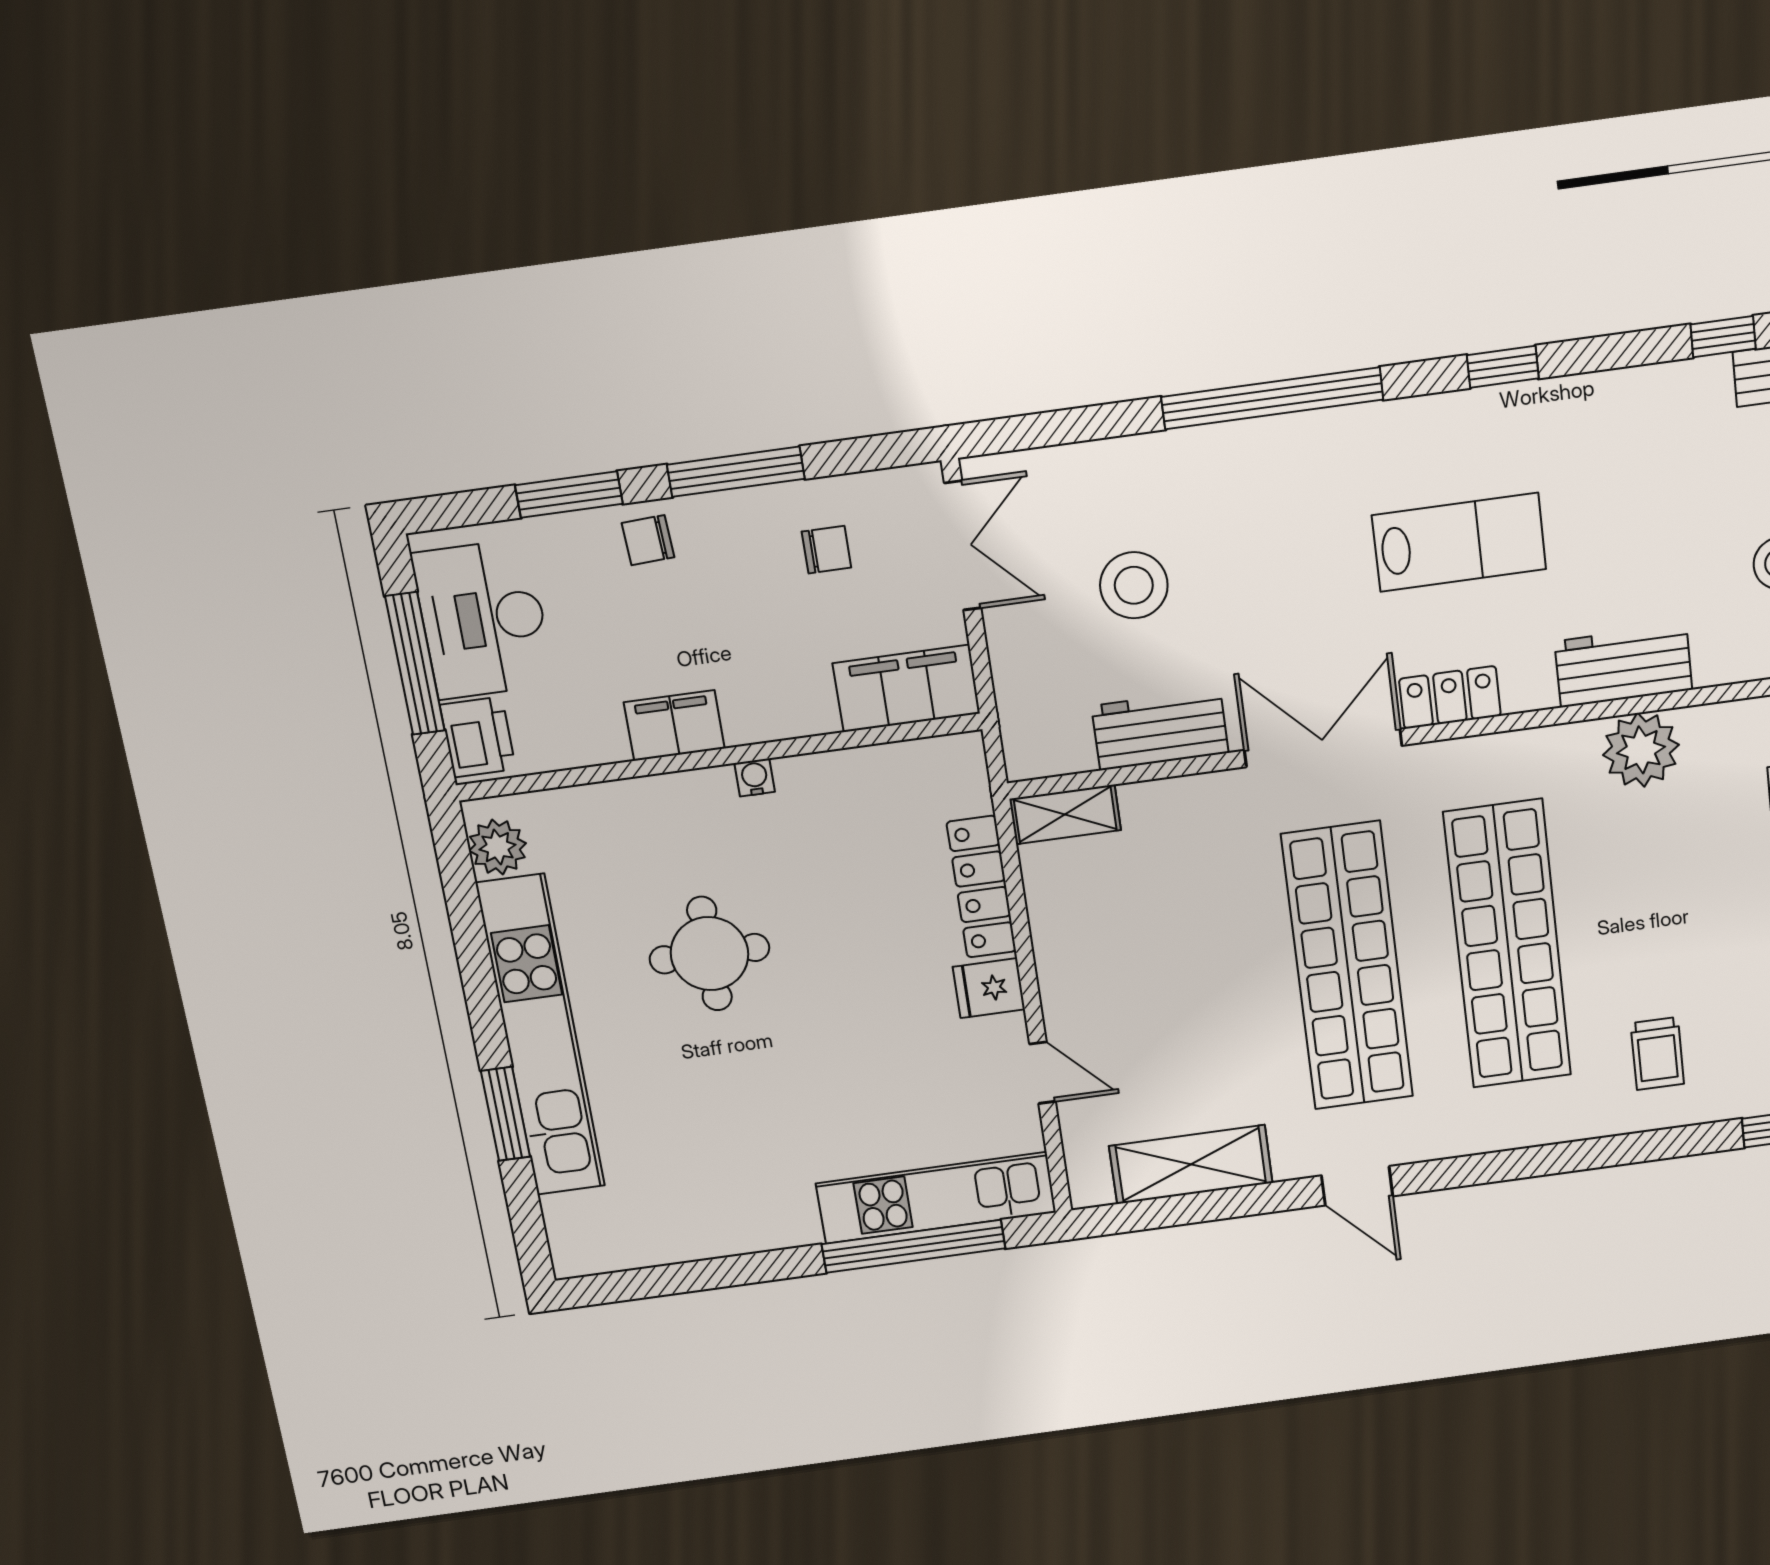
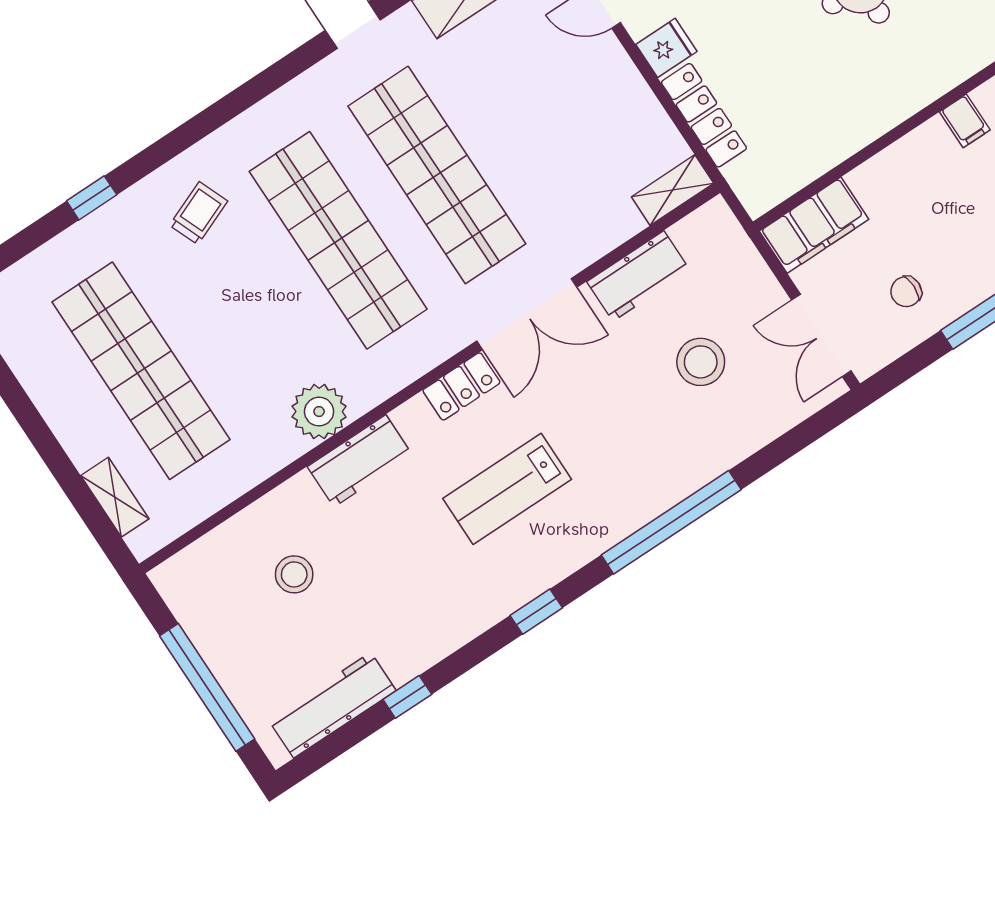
filing cabinet: (674, 725) -> (965, 121), width x0.50
water cooler: (755, 778) -> (884, 119), removed
trolley: (1657, 1054) -> (199, 213), turned 68

